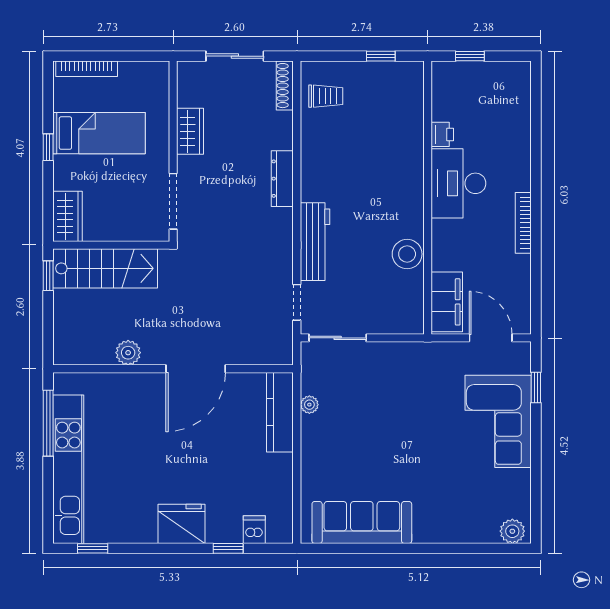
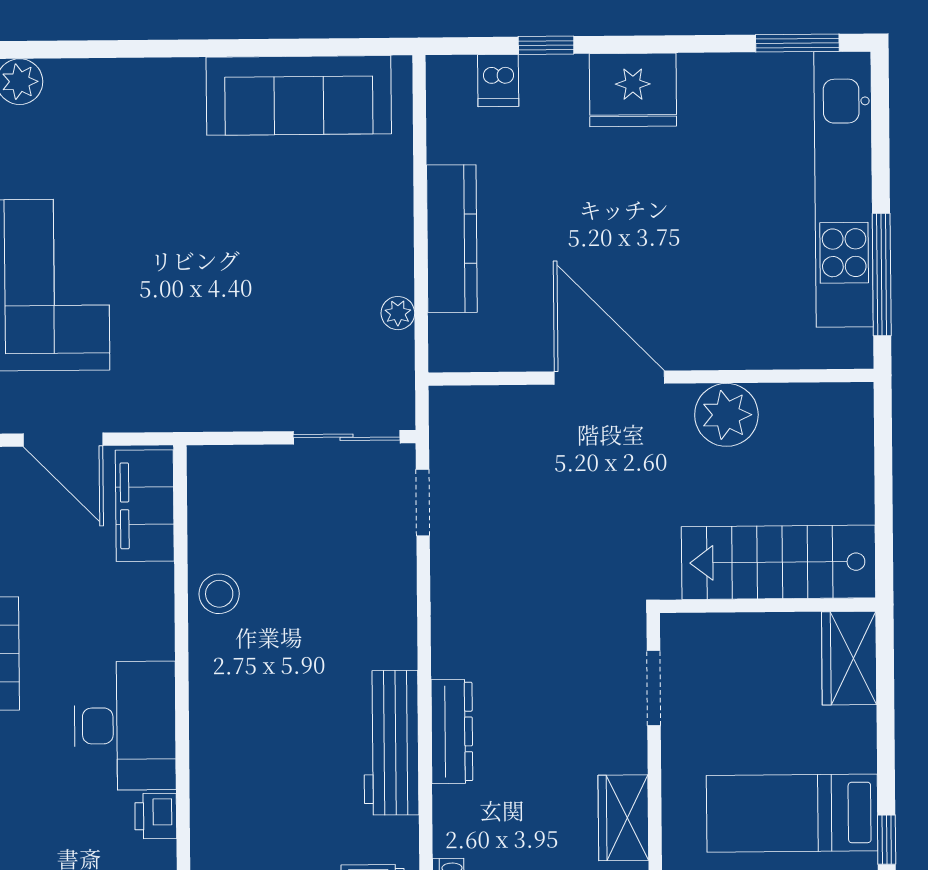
window: (48, 147) -> (887, 840), moved
doorway: (173, 201) -> (654, 688), width x0.73
workbench: (315, 242) -> (391, 743), moved
stool: (407, 254) -> (219, 594), width x0.73, depth x0.73
window: (48, 276) -> (884, 548), removed
plant: (128, 353) -> (726, 415), width x1.36, depth x1.36
door: (196, 369) -> (609, 378), hinge flipped
kitchen counter: (280, 412) -> (452, 239), moved
window: (93, 548) -> (797, 43), width x1.50

